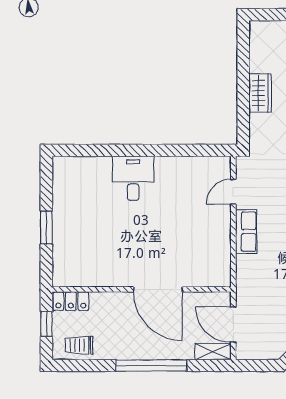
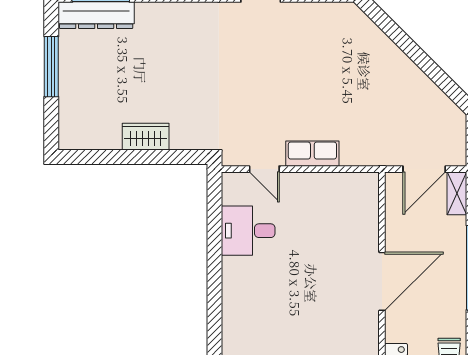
desk: (133, 178) -> (248, 231), moved
door: (158, 289) -> (382, 281), moved

